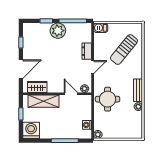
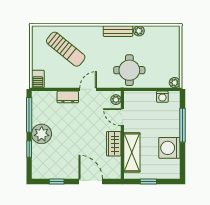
door: (93, 67) -> (88, 89), hinge flipped
wardrobe: (37, 87) -> (114, 144), moved
door: (71, 94) -> (122, 117), hinge flipped
washing machine: (31, 130) -> (169, 148), moved

